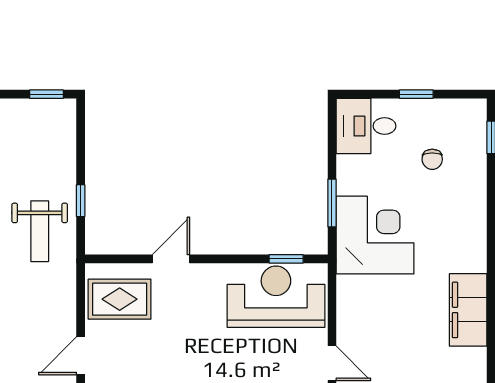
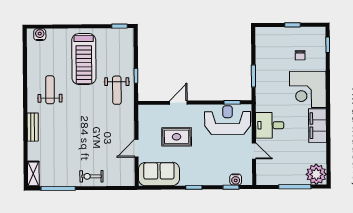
desk: (366, 126) -> (270, 125), moved
corner desk: (375, 235) -> (308, 90), moved, turned 180
rug: (120, 299) -> (177, 137), moved

